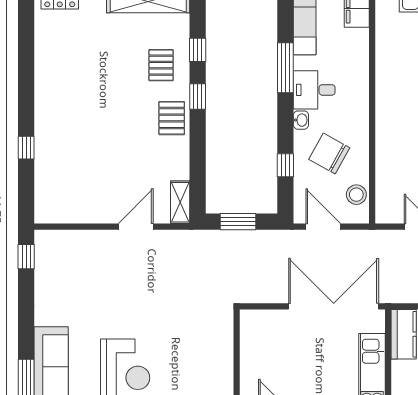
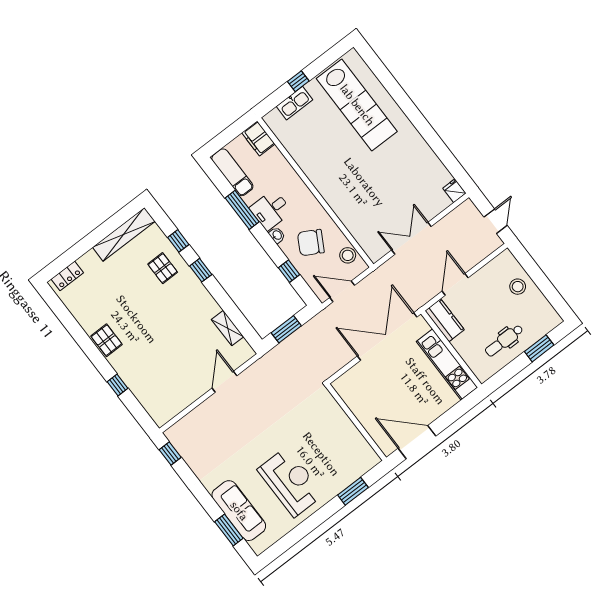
pallet: (172, 118) -> (106, 340), moved
shelving: (180, 202) -> (228, 328), moved

